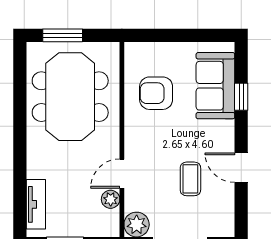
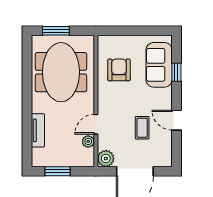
armchair: (156, 93) -> (119, 70), turned 90
tv unit: (36, 204) -> (38, 130), moved

